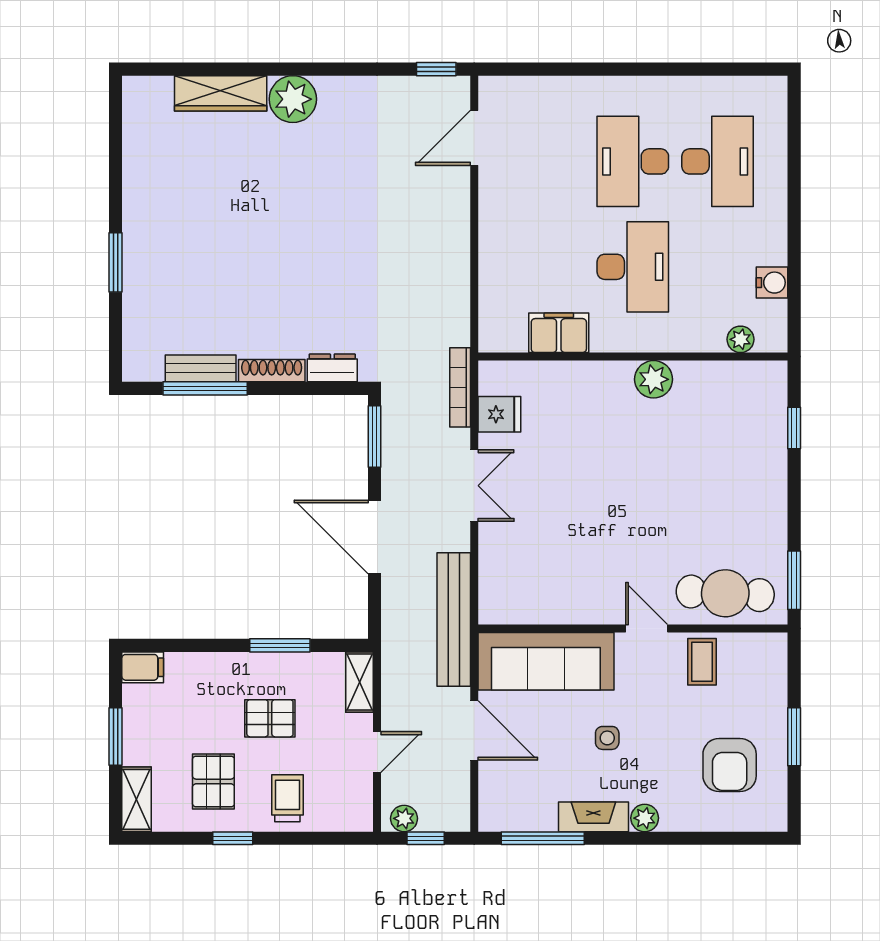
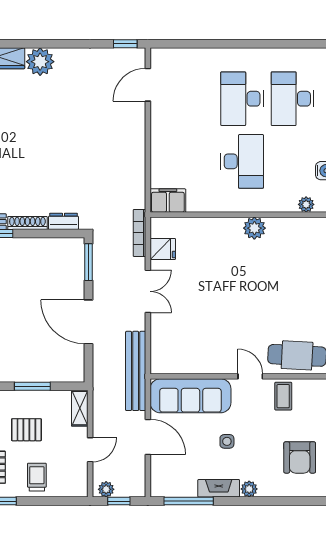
desk: (718, 161) -> (292, 99), turned 180
filing cabinet: (559, 333) -> (168, 201), moved

